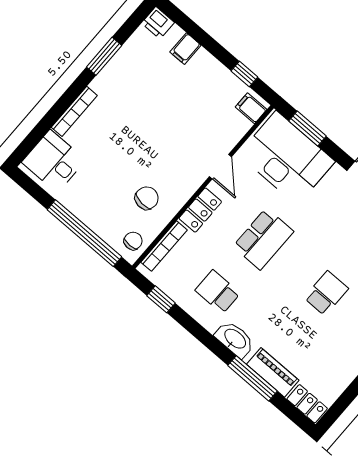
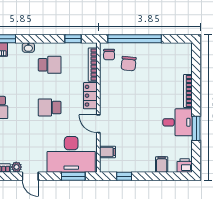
filing cabinet: (251, 108) -> (107, 152), moved
desk: (54, 161) -> (178, 122), moved
chair: (147, 198) -> (129, 64), moved
school desk: (263, 239) -> (50, 107), width x0.54
washbasin: (235, 339) -> (28, 48), width x0.52, depth x0.69

